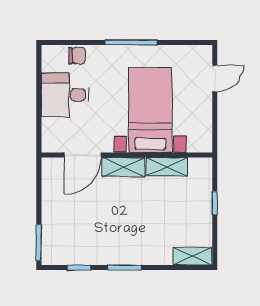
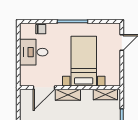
shelving: (167, 167) -> (105, 94), moved

